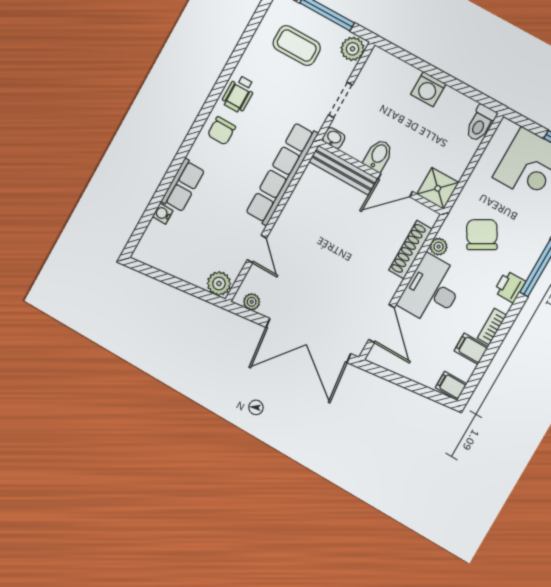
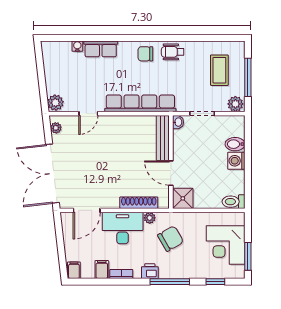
bidet: (378, 155) -> (235, 144), moved, turned 180

